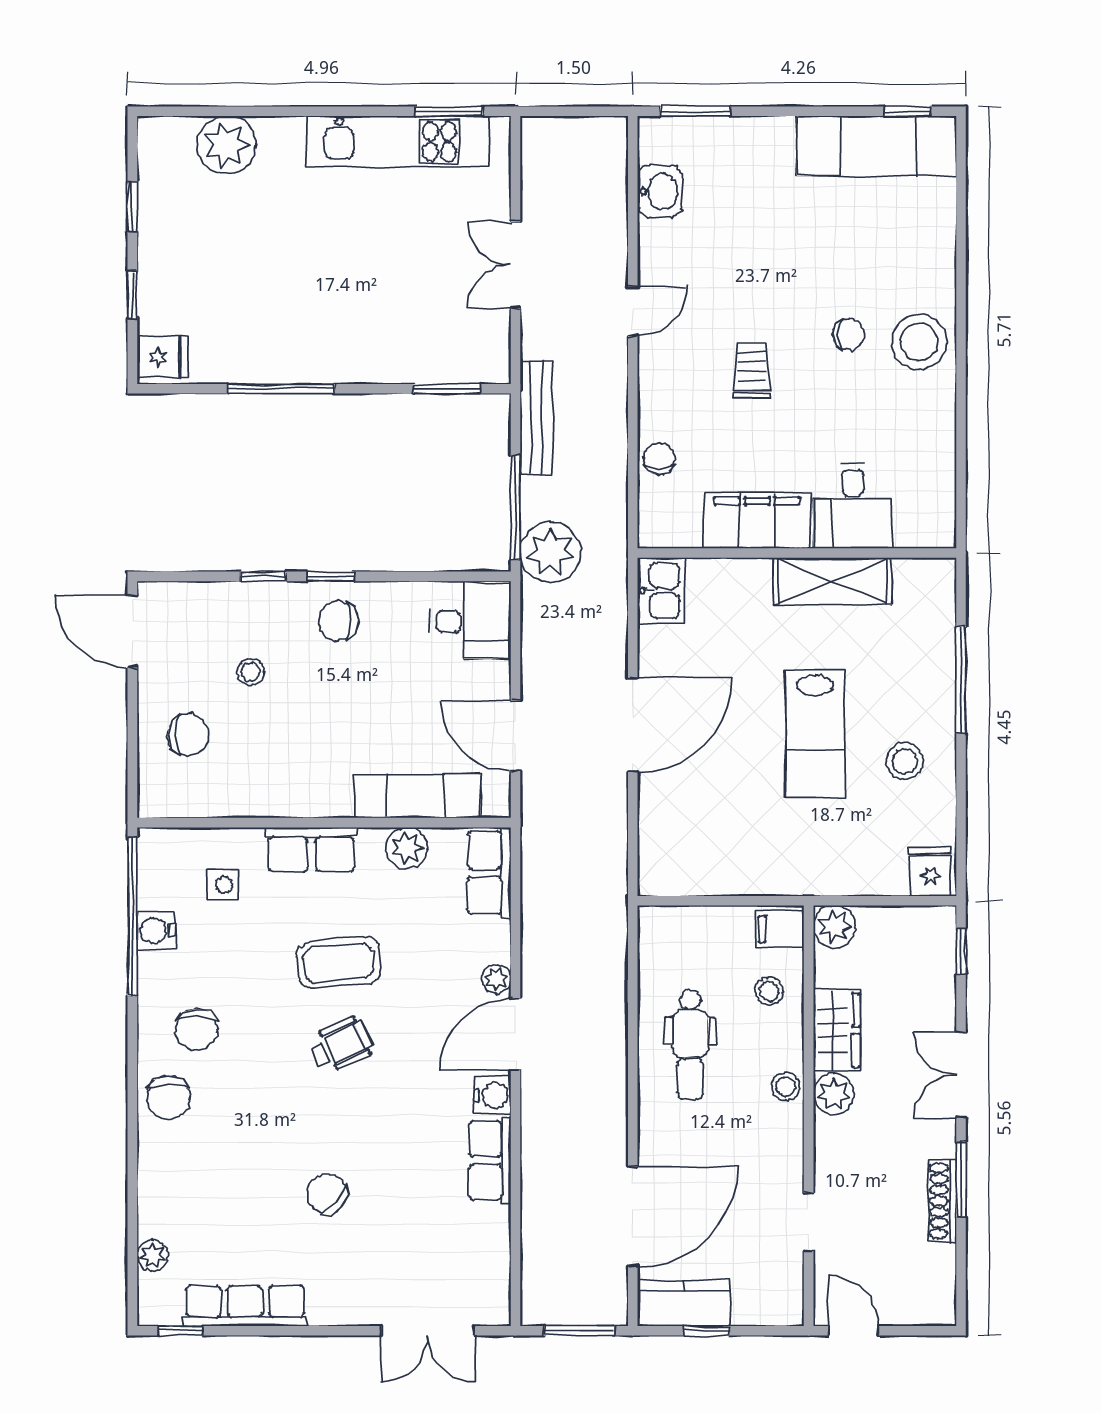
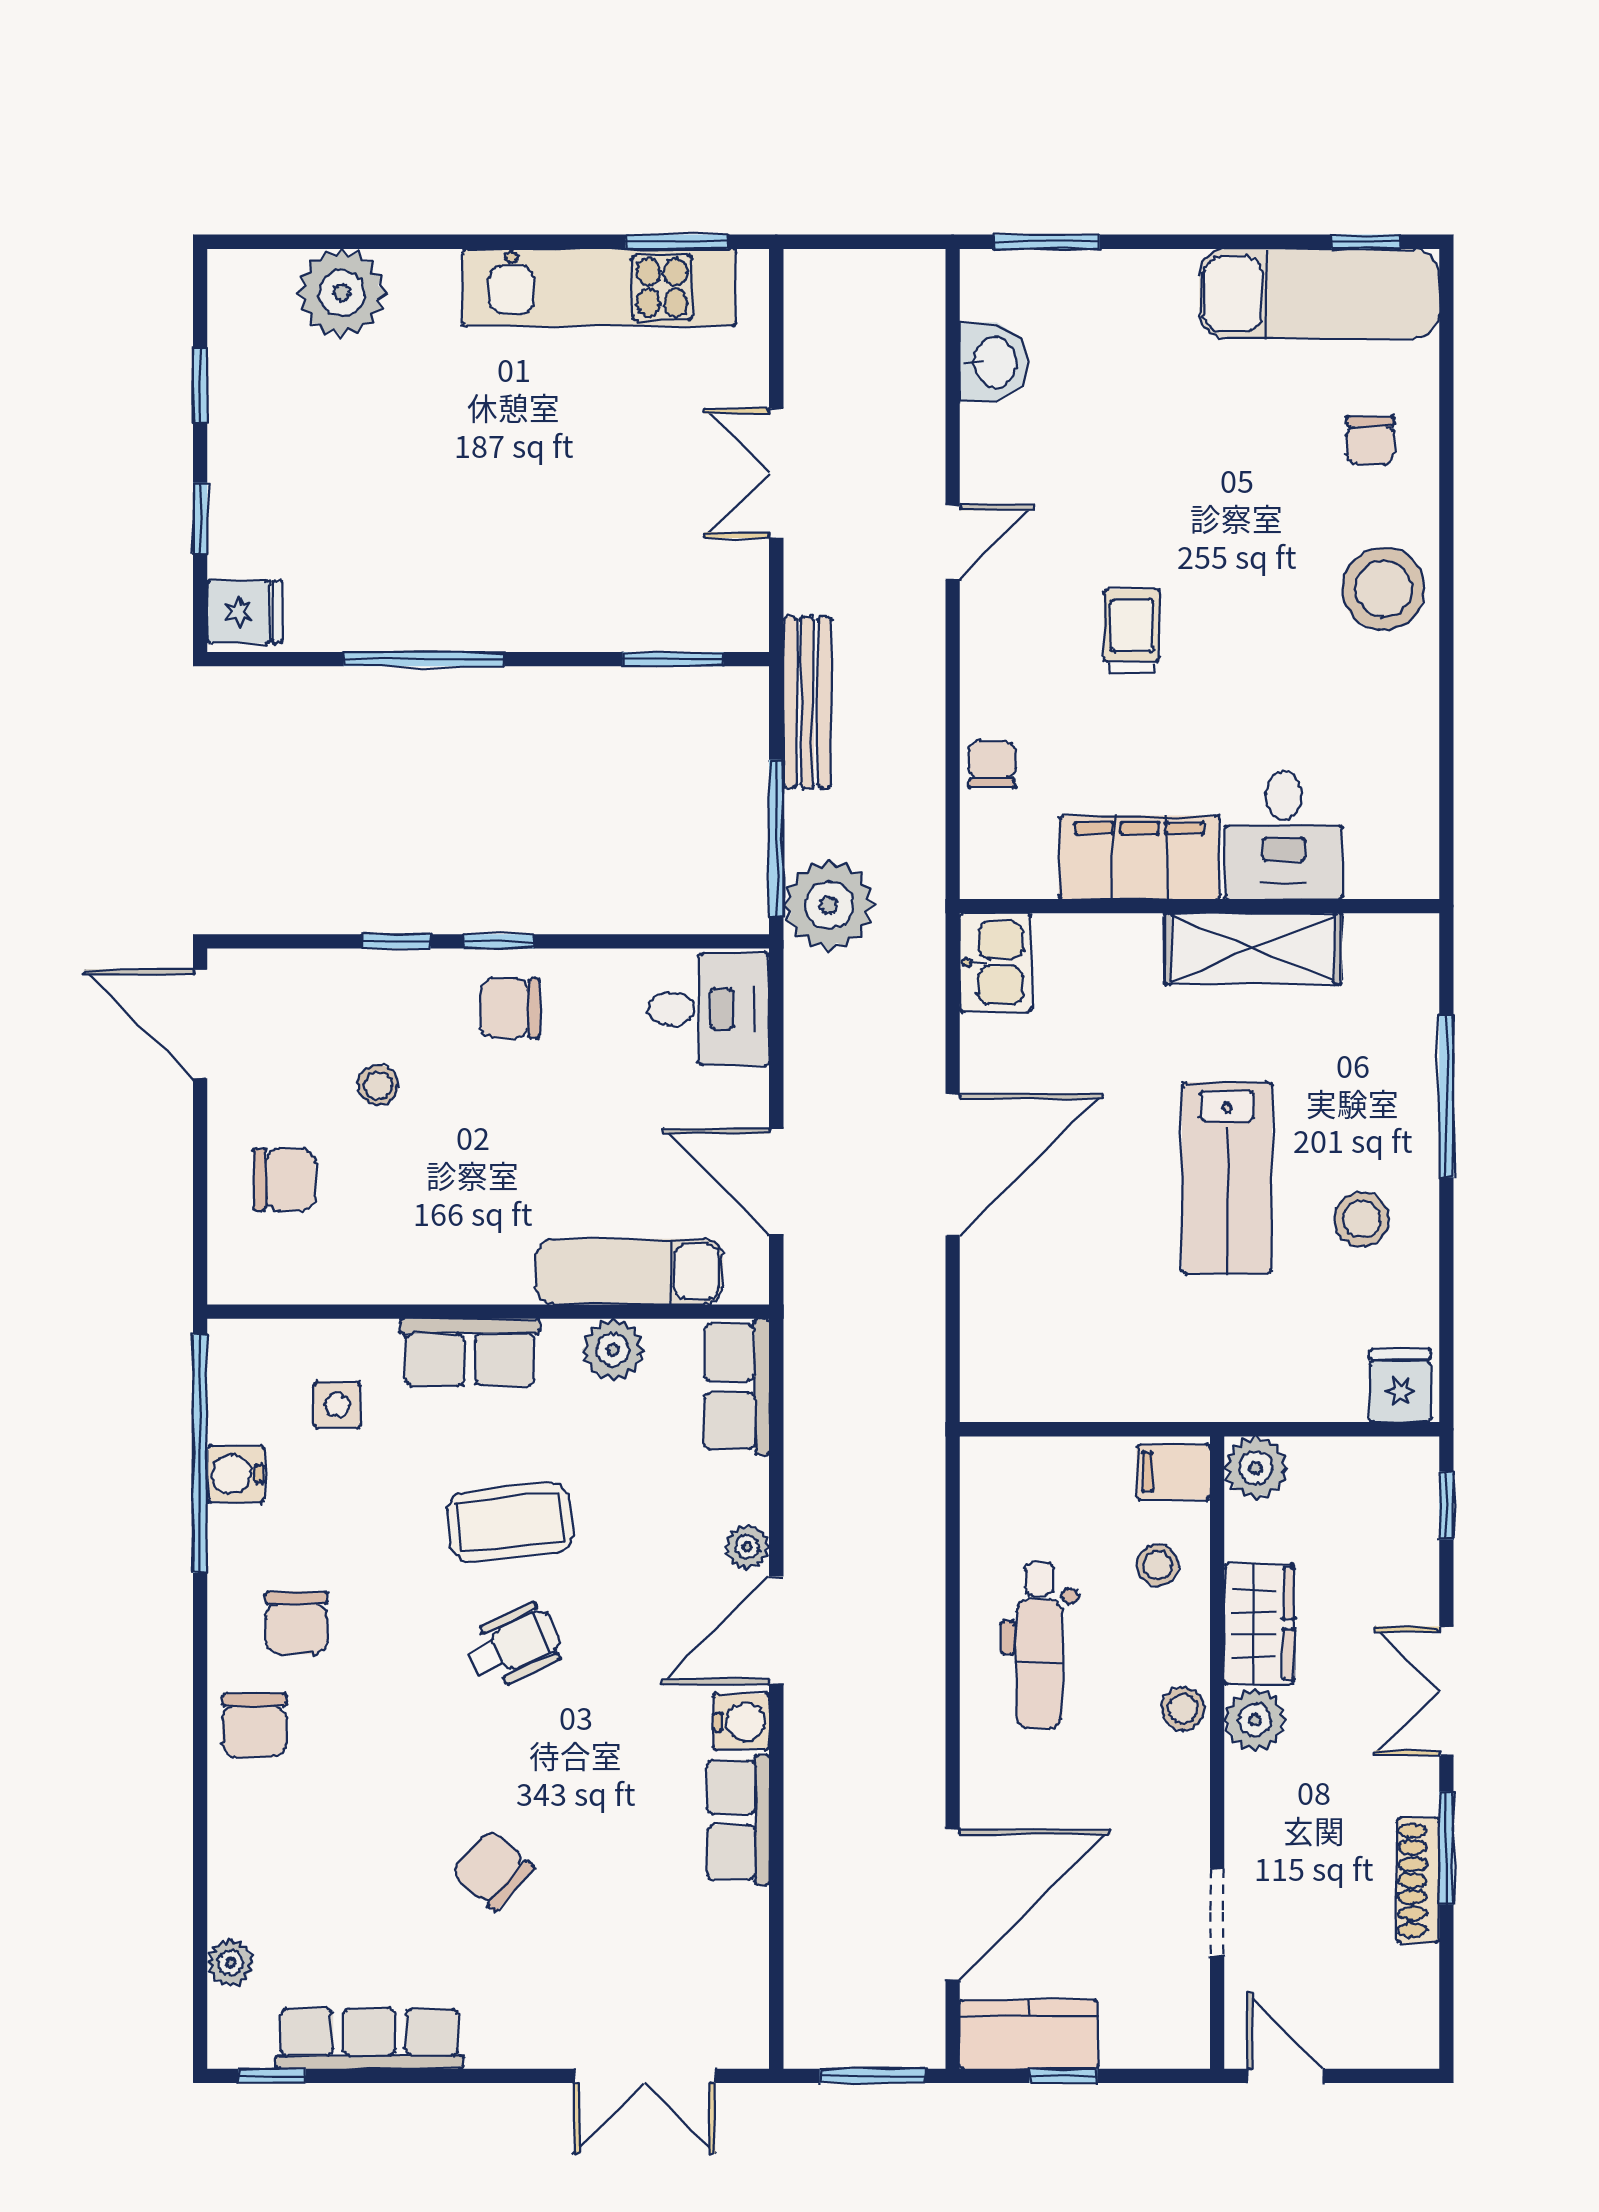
chair: (849, 334) -> (1370, 440), moved, turned 90

